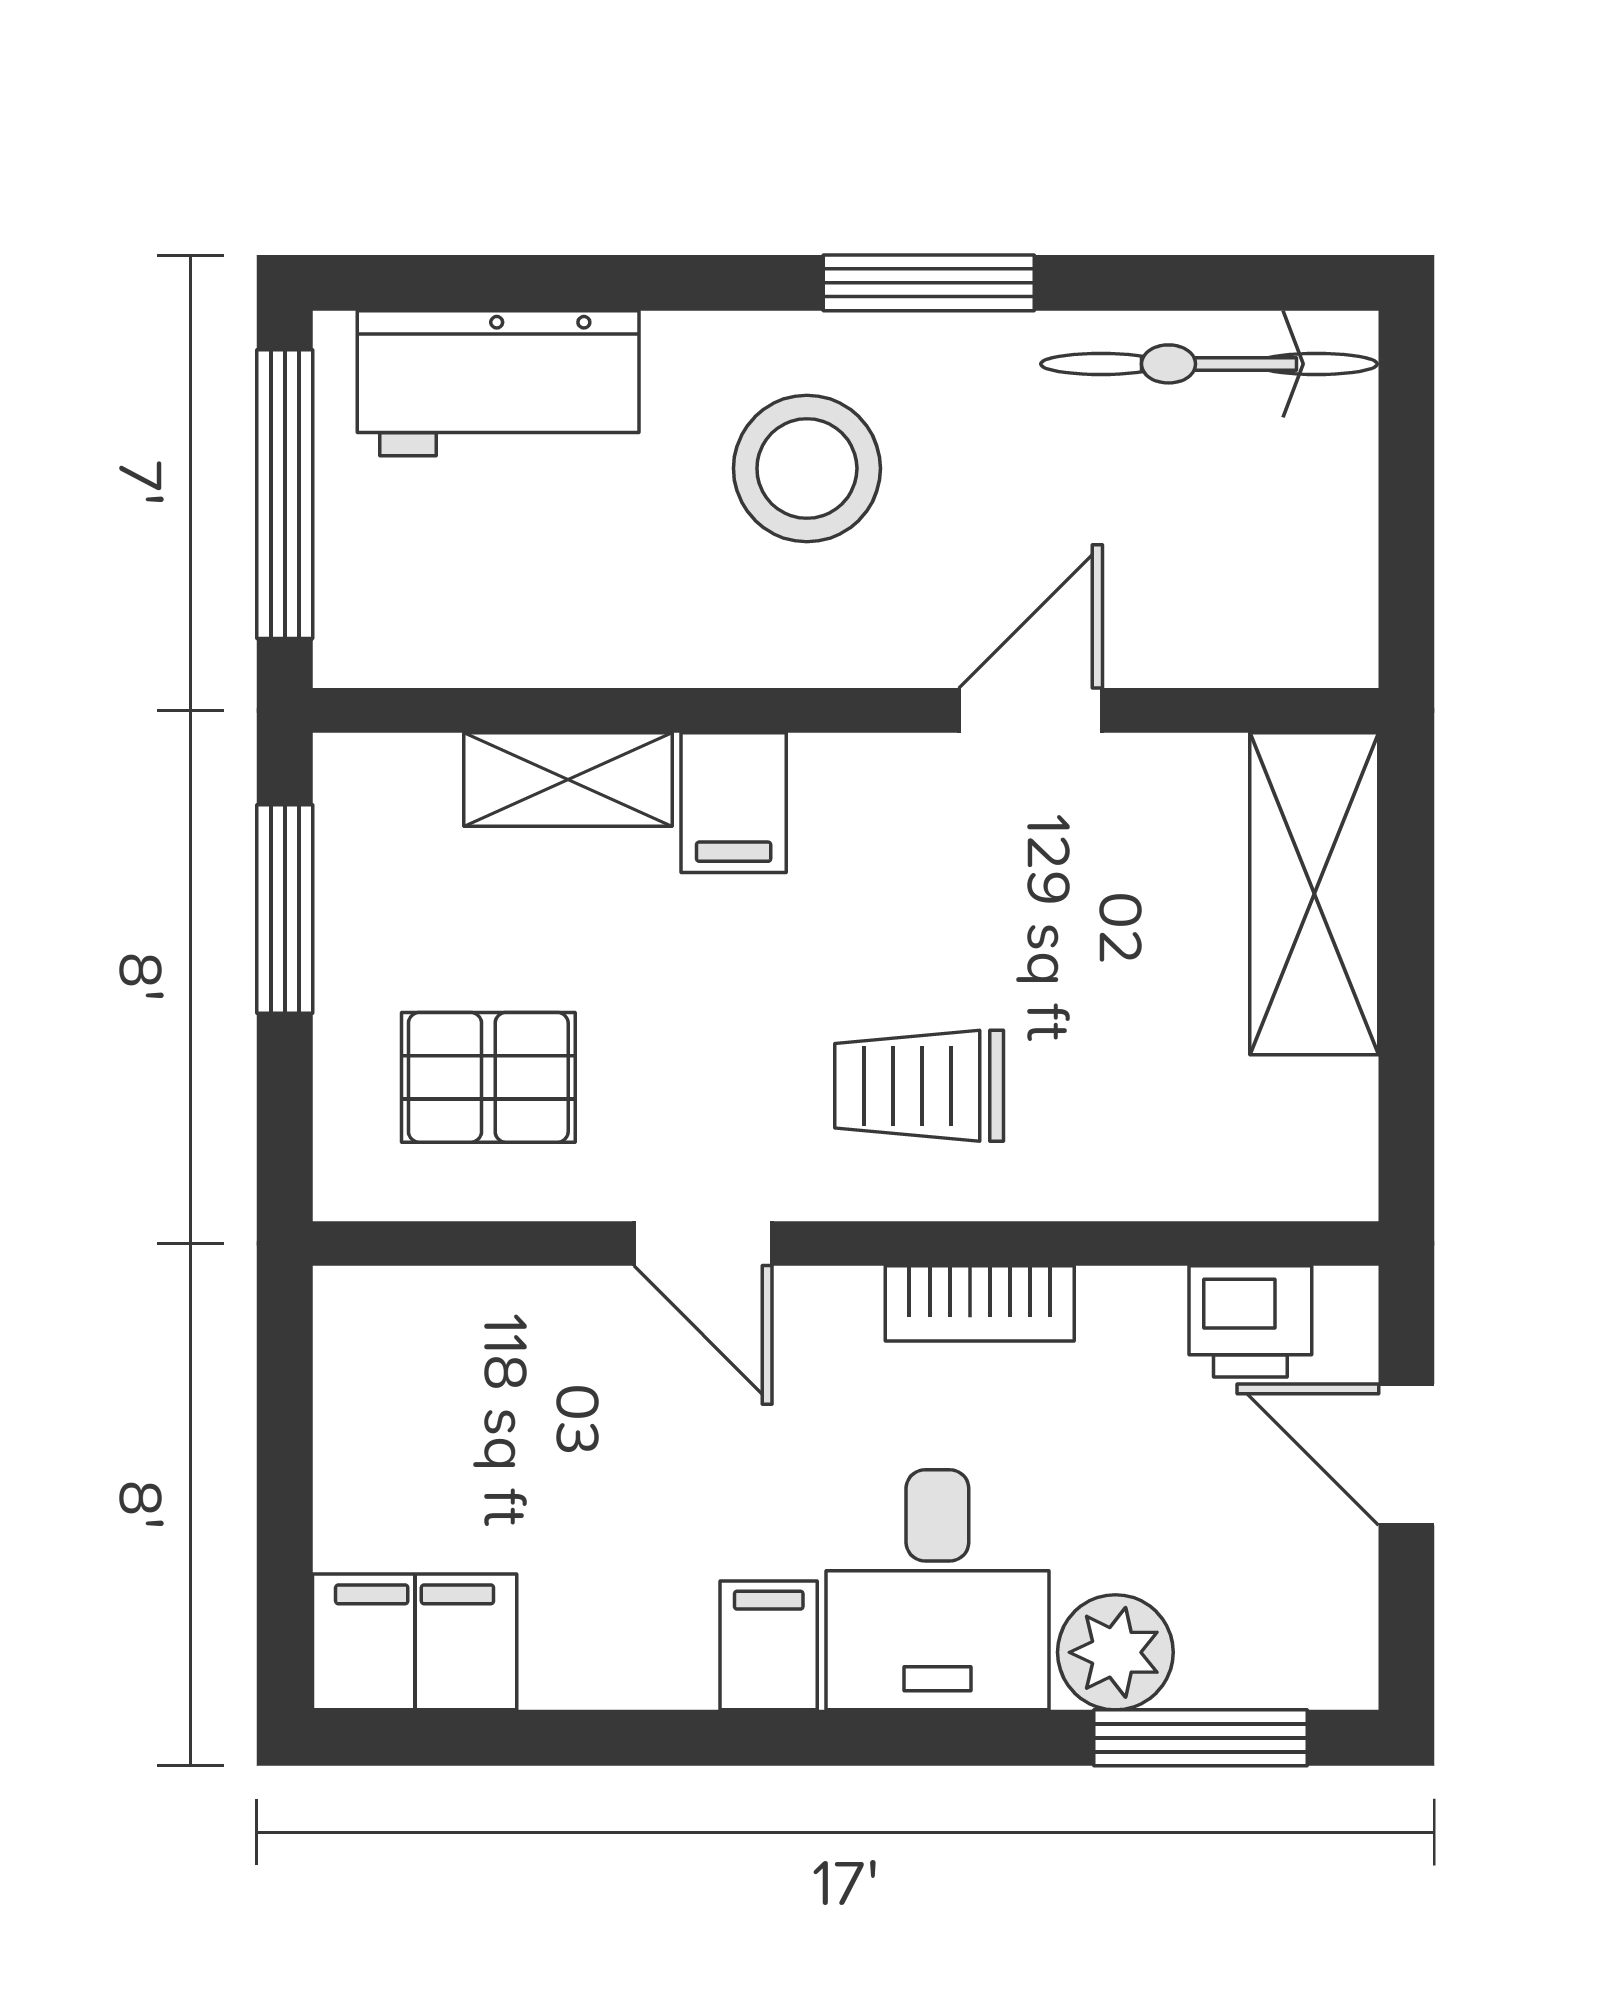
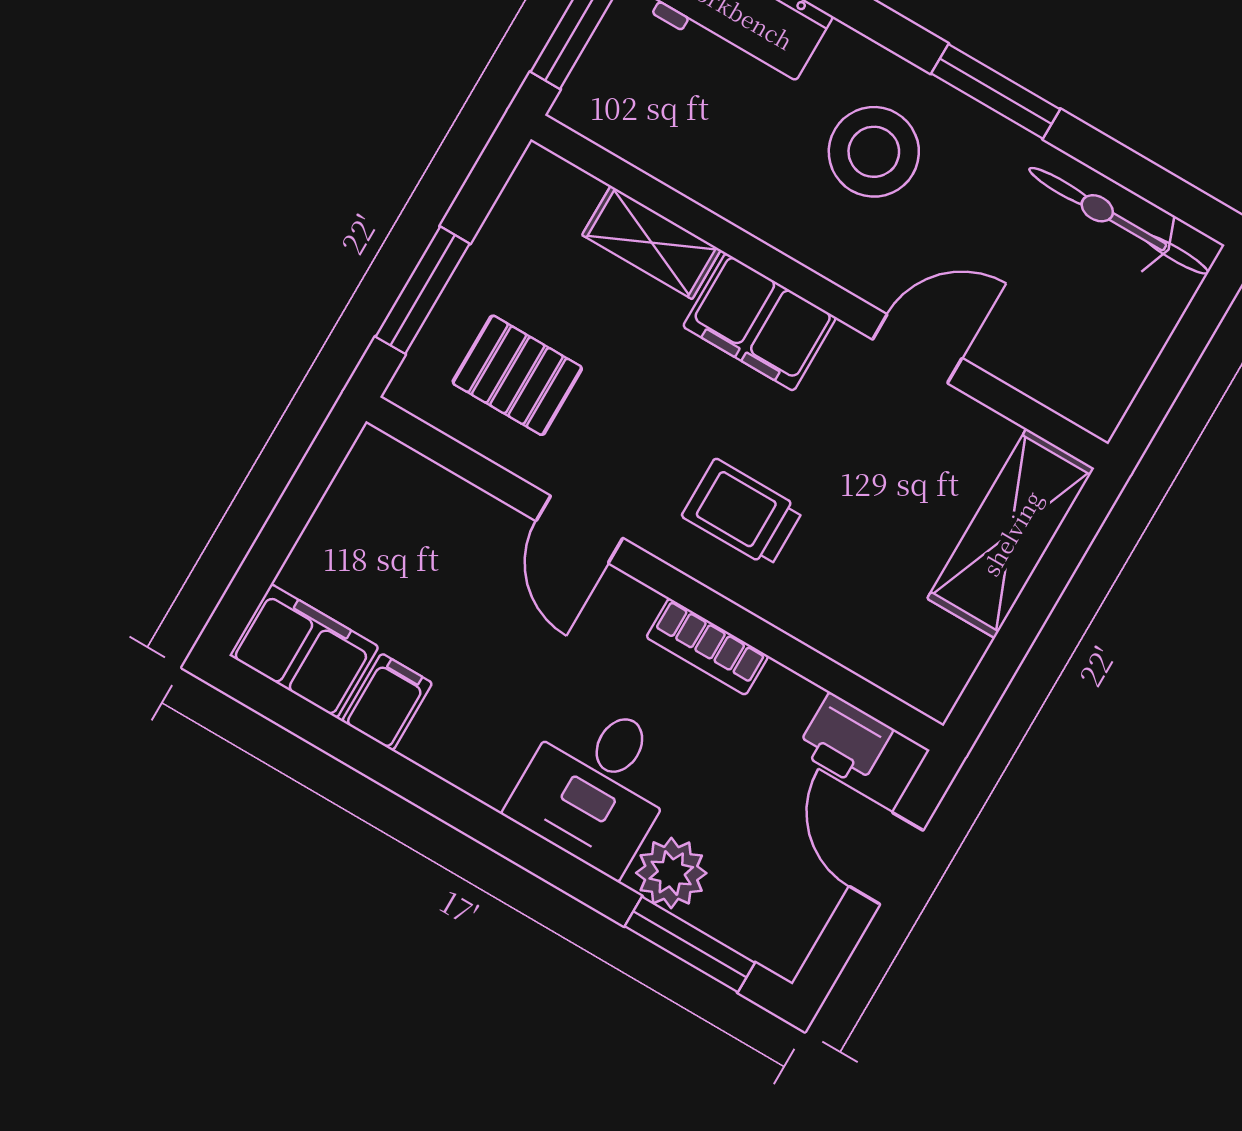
filing cabinet: (734, 803) -> (760, 322), width x2.00
window: (285, 909) -> (423, 290), moved
filing cabinet: (769, 1645) -> (387, 702), moved

